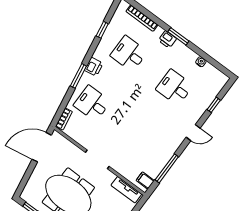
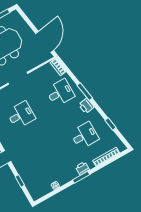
desk: (174, 87) -> (21, 115), moved

